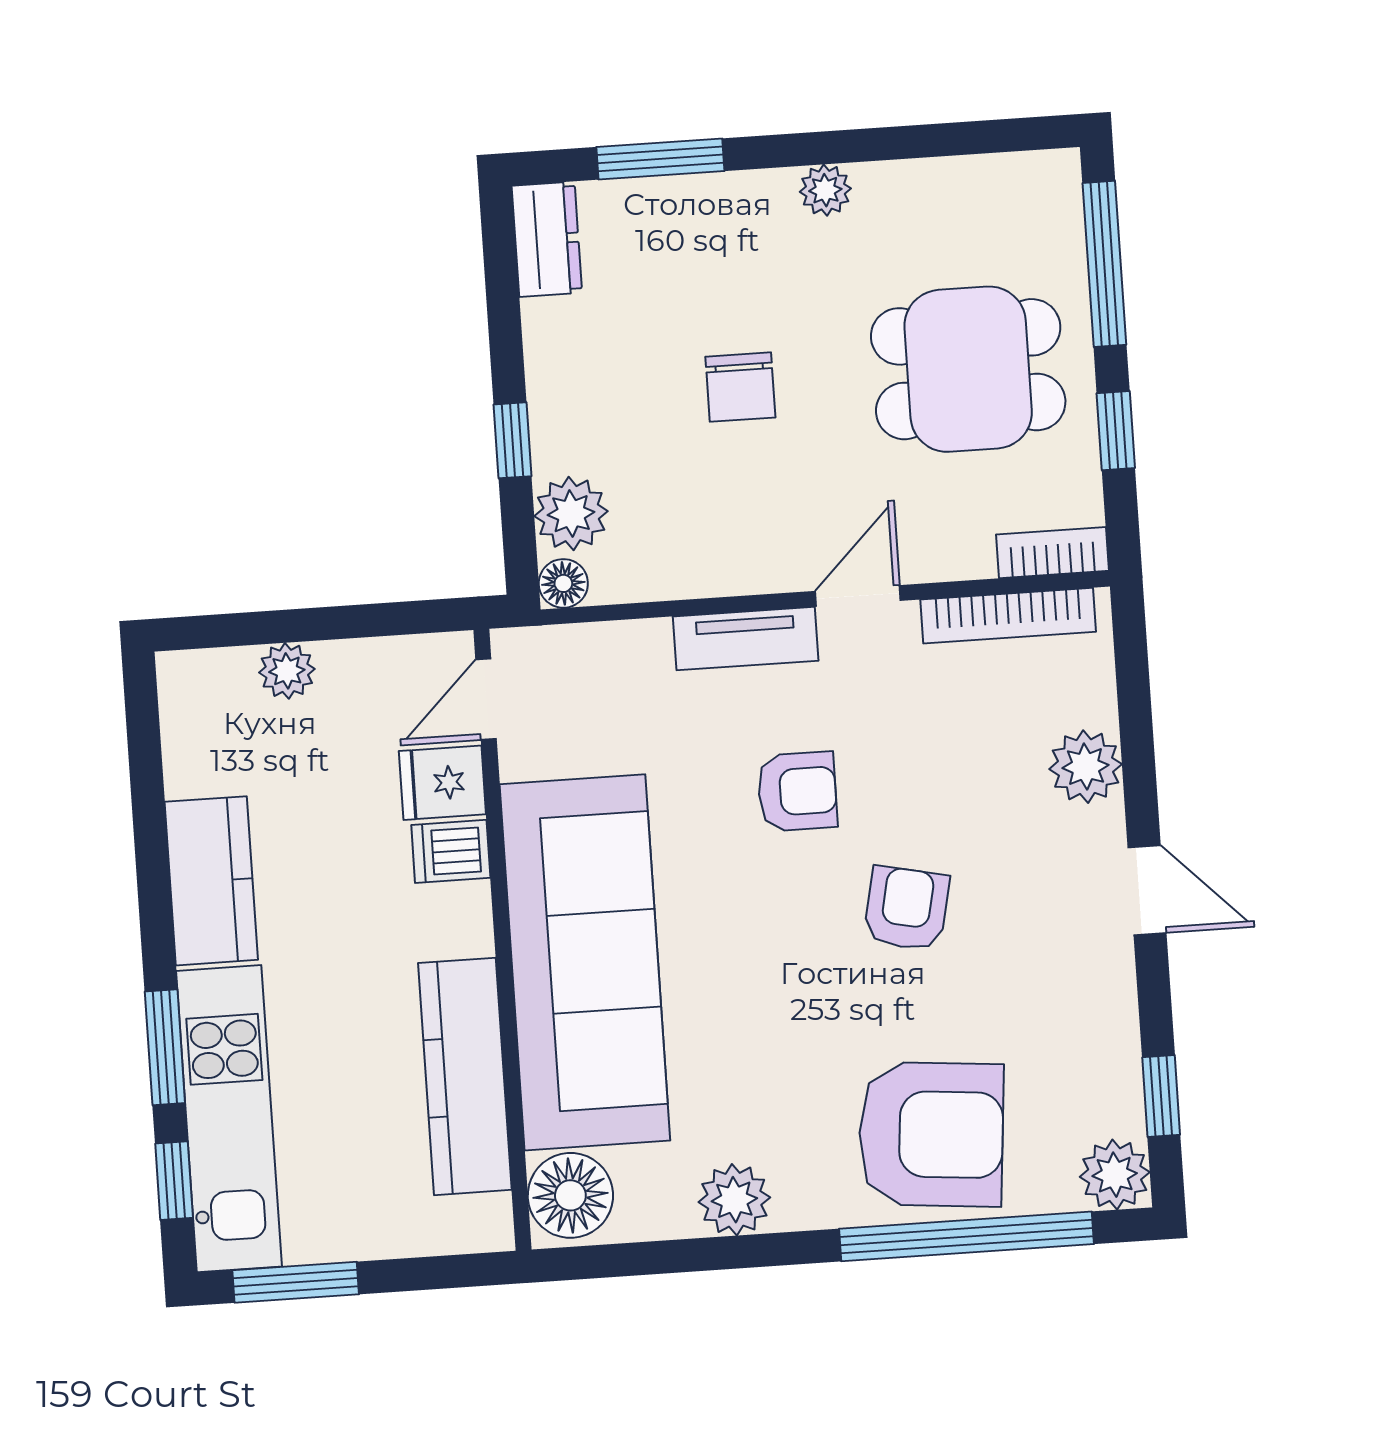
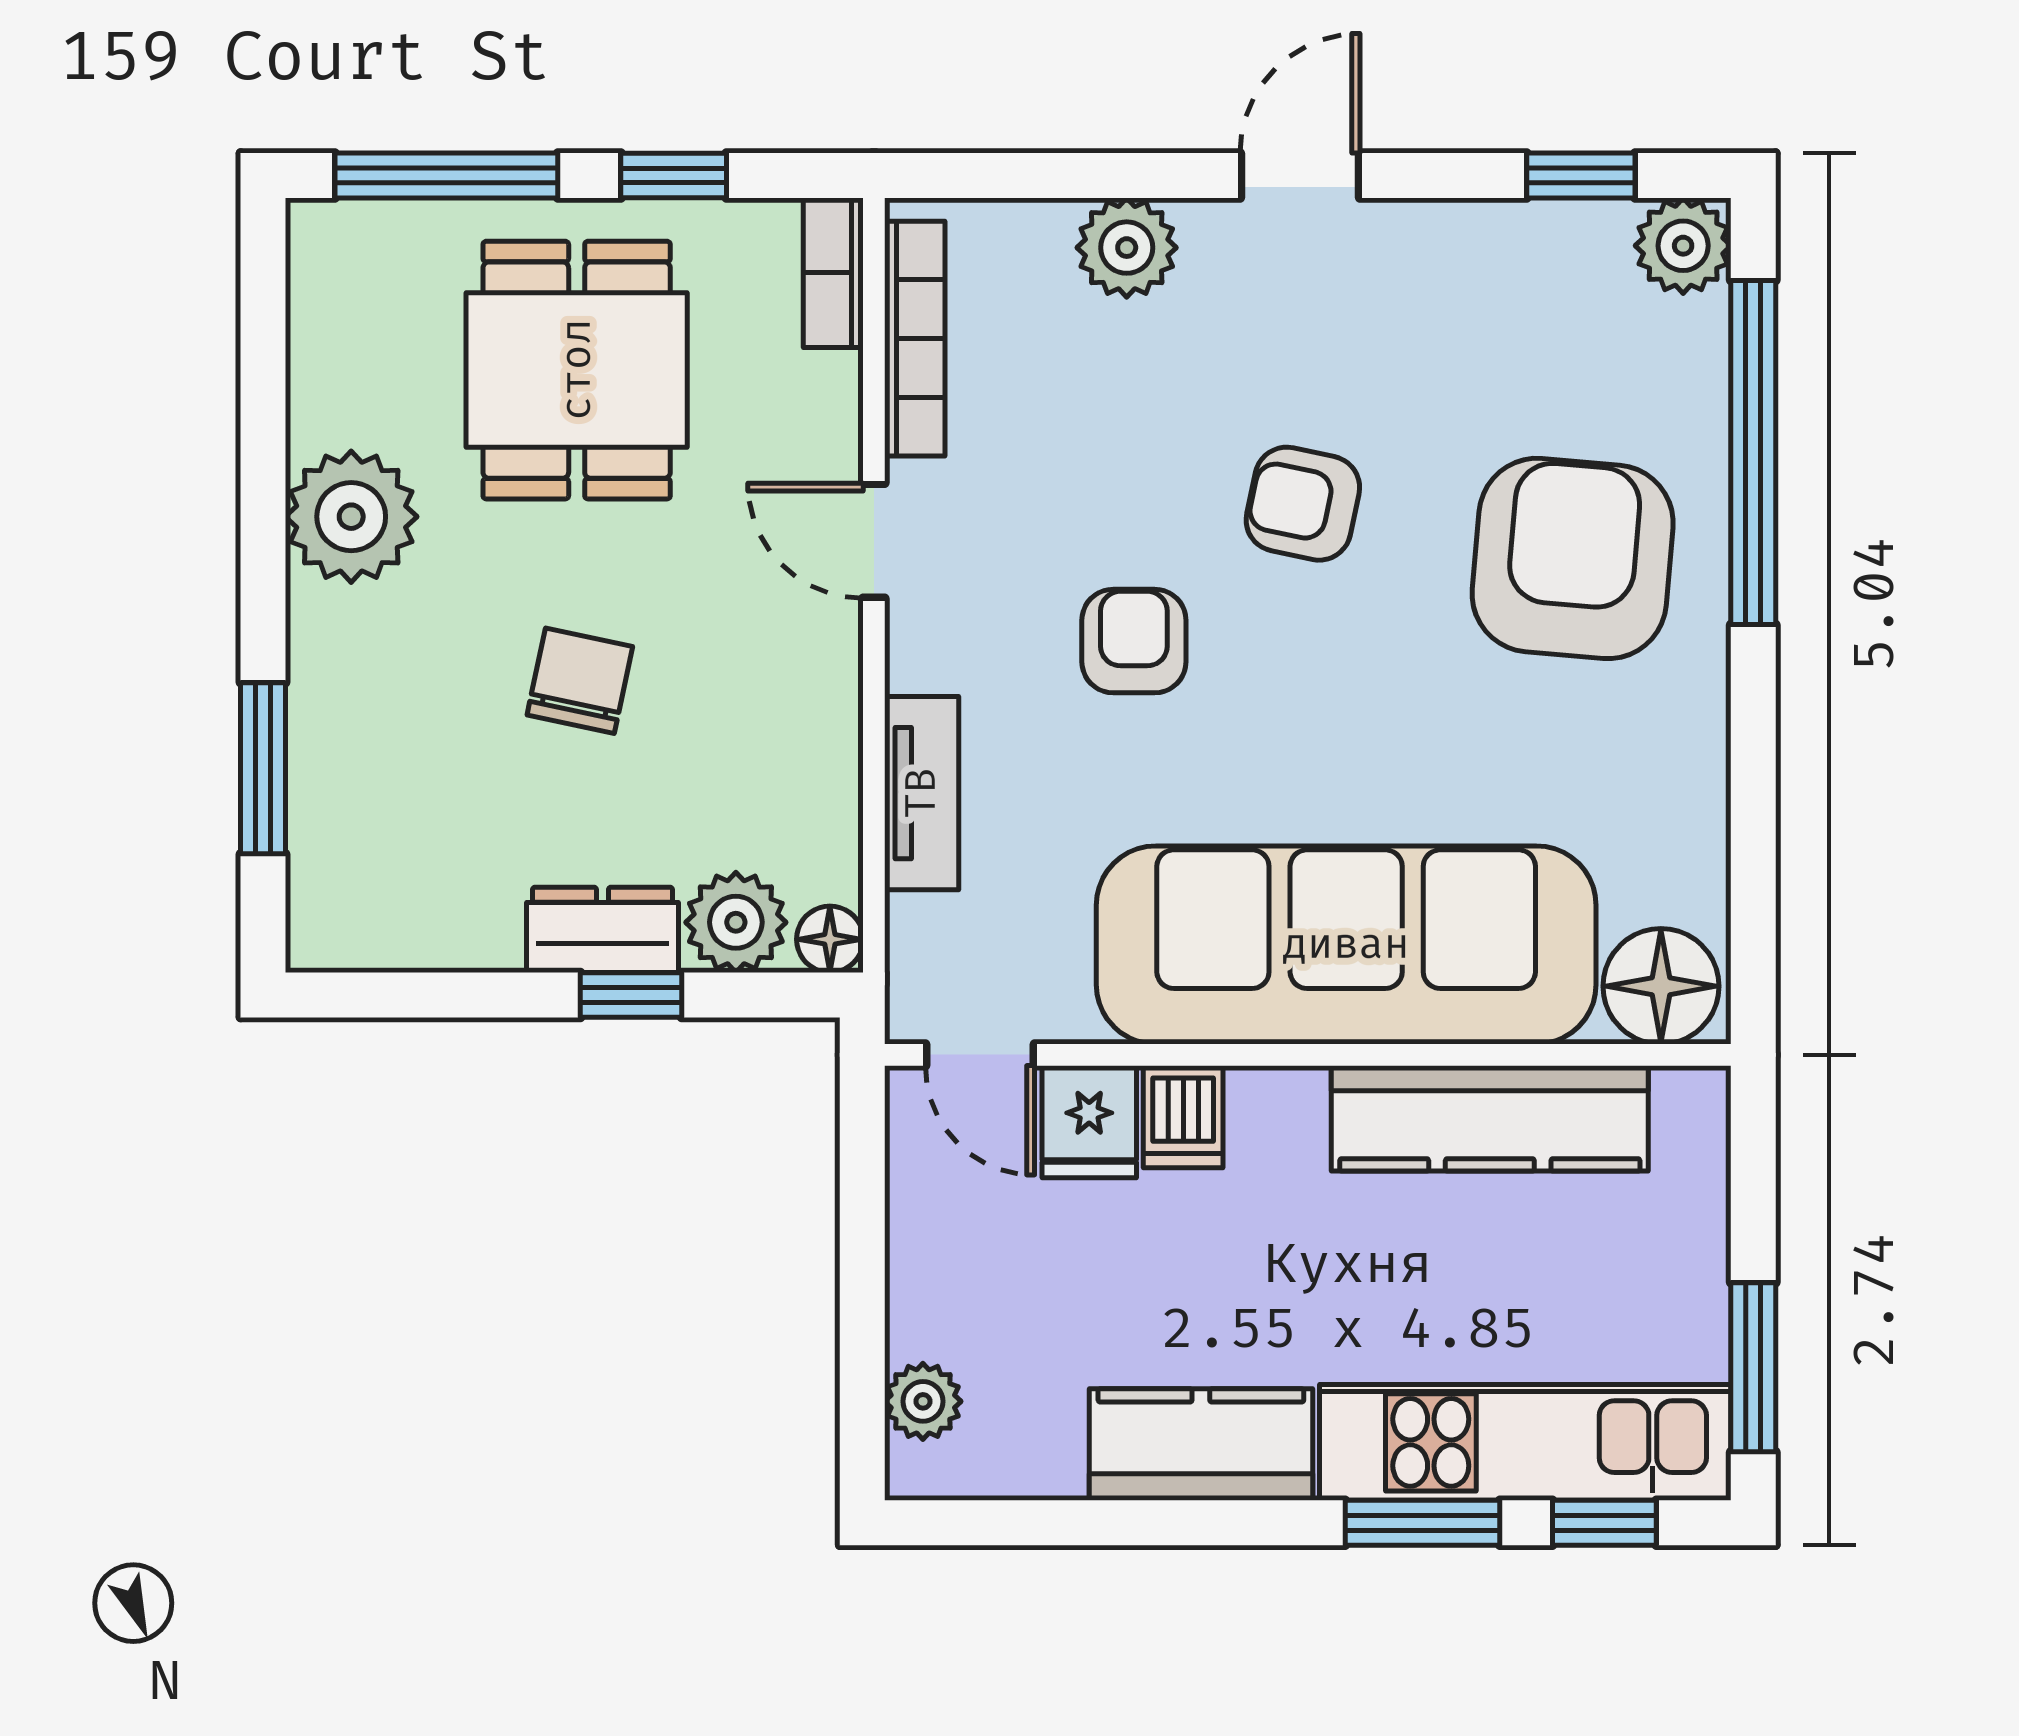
plant: (825, 190) -> (351, 517), width x1.87, depth x1.87
dresser: (547, 239) -> (602, 930), moved
chair: (740, 387) -> (580, 681), turned -78
tv unit: (746, 639) -> (922, 793), moved
plant: (287, 671) -> (923, 1401), moved
armchair: (931, 1134) -> (1573, 558), moved
plant: (734, 1200) -> (1682, 764), removed

